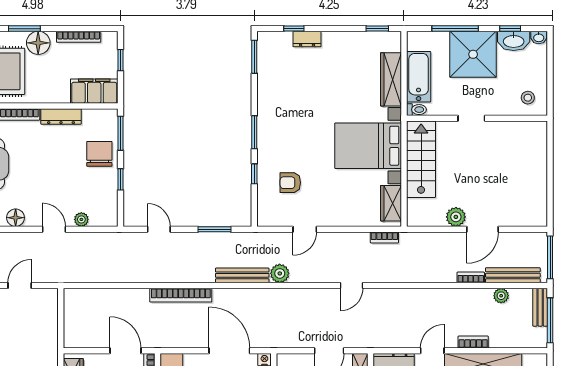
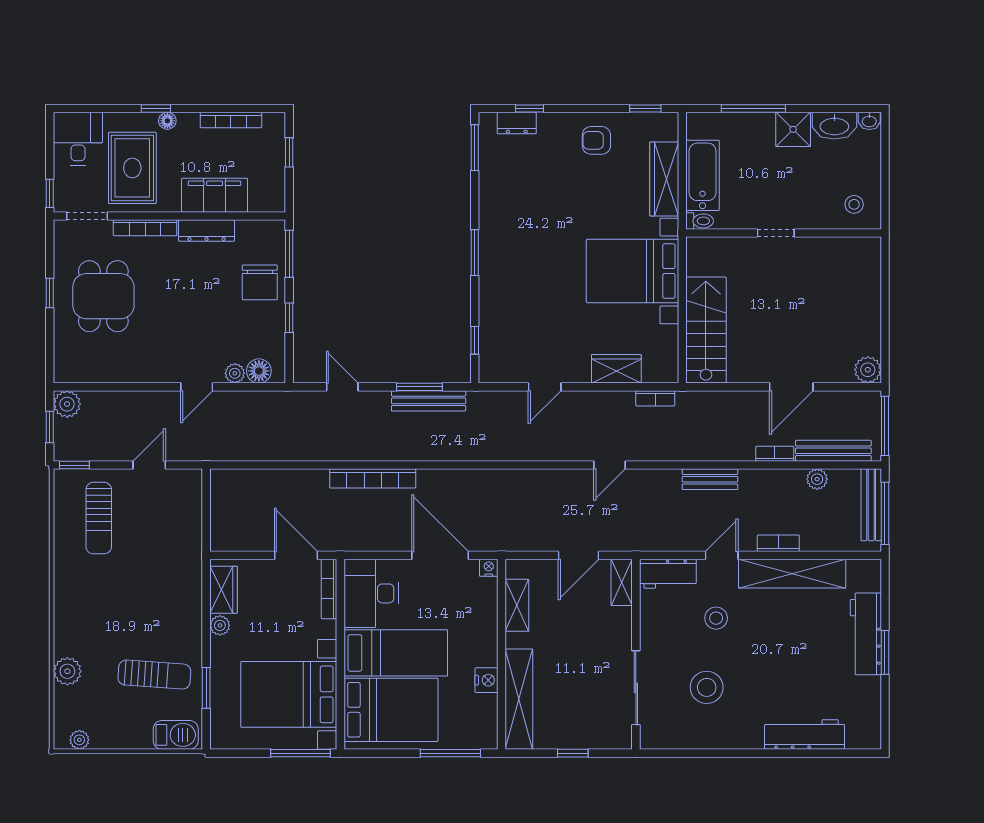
window: (24, 29) -> (156, 108), width x0.67
window: (510, 29) -> (830, 108), removed
dresser: (307, 39) -> (517, 123), moved
floor lamp: (38, 43) -> (167, 121), width x0.53, depth x0.53
shower: (473, 54) -> (793, 129), width x0.54, depth x0.54
filing cabinet: (94, 91) -> (215, 195), moved
chair: (99, 154) -> (260, 282), turned 180
stairs: (421, 159) -> (706, 330), moved
window: (254, 174) -> (475, 340), moved
armchair: (290, 183) -> (596, 140), moved
wardrobe: (391, 203) -> (616, 369), moved, turned 90
plant: (456, 217) -> (868, 370), moved
floor lamp: (16, 218) -> (259, 371), moved
door: (54, 229) -> (197, 387), swing flipped
plant: (280, 273) -> (510, 448), removed
bench: (242, 275) -> (429, 401), moved
bench: (424, 296) -> (710, 479), added
bench: (540, 307) -> (871, 505), width x1.36

